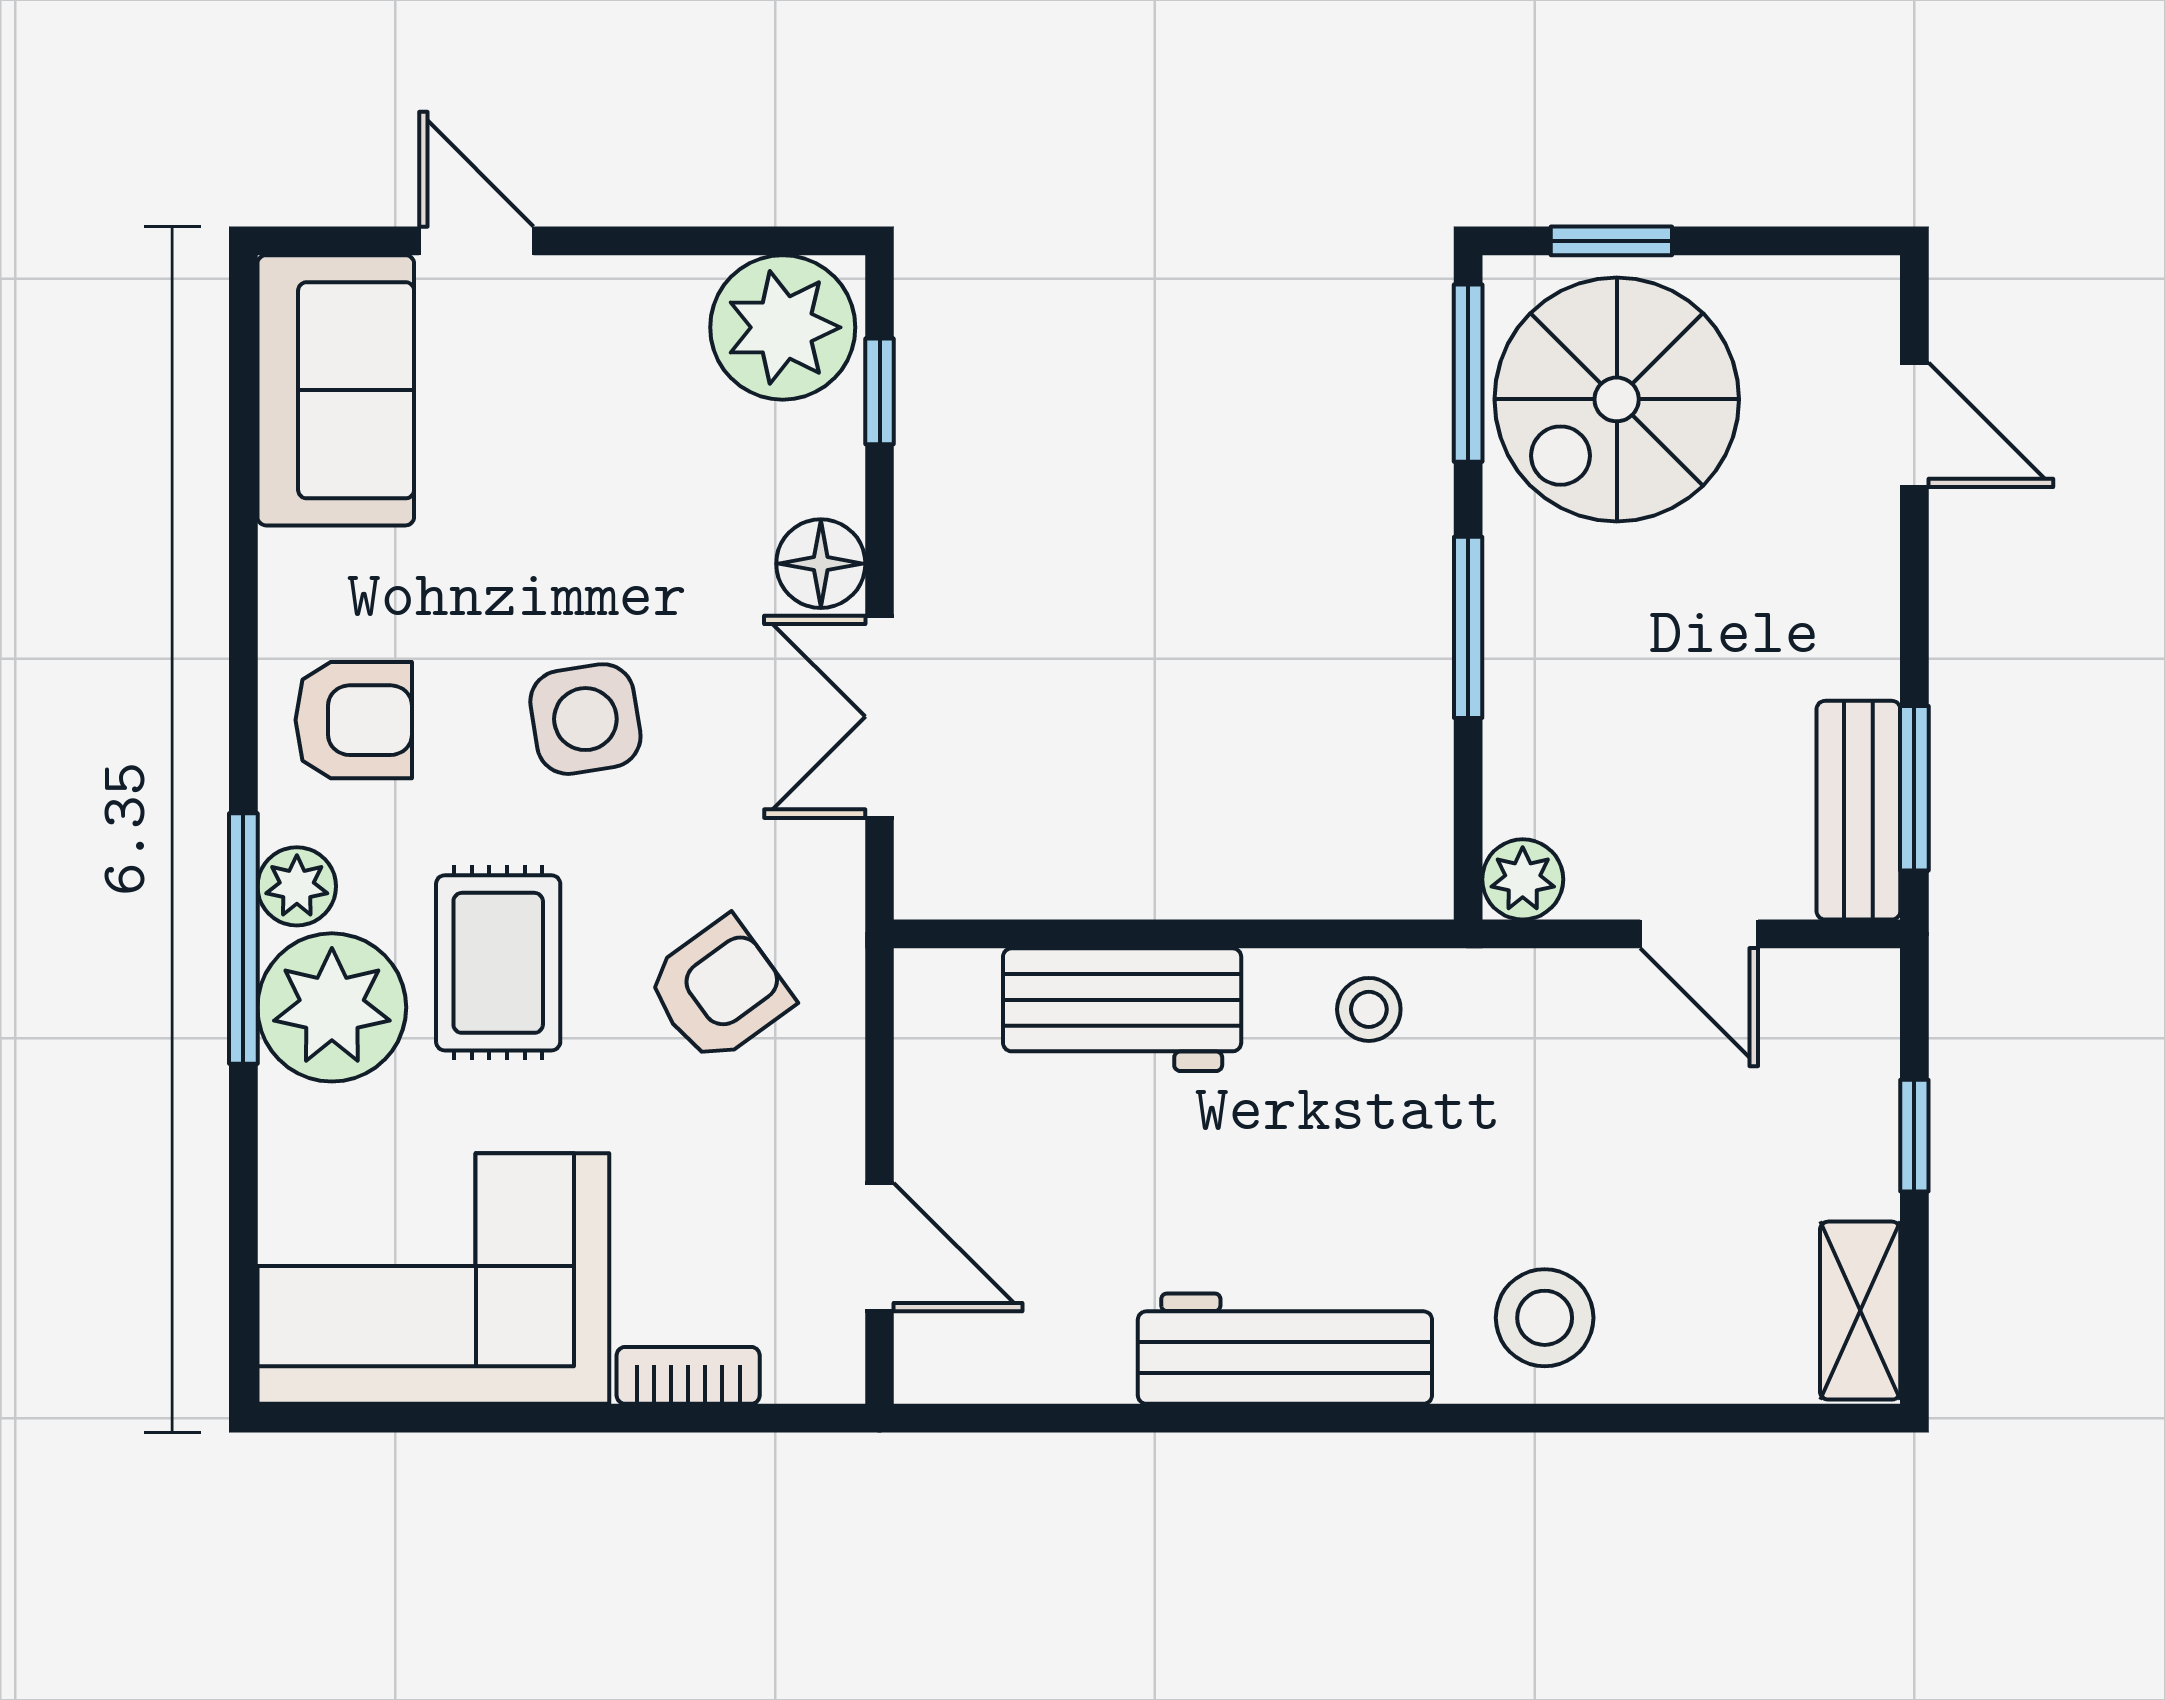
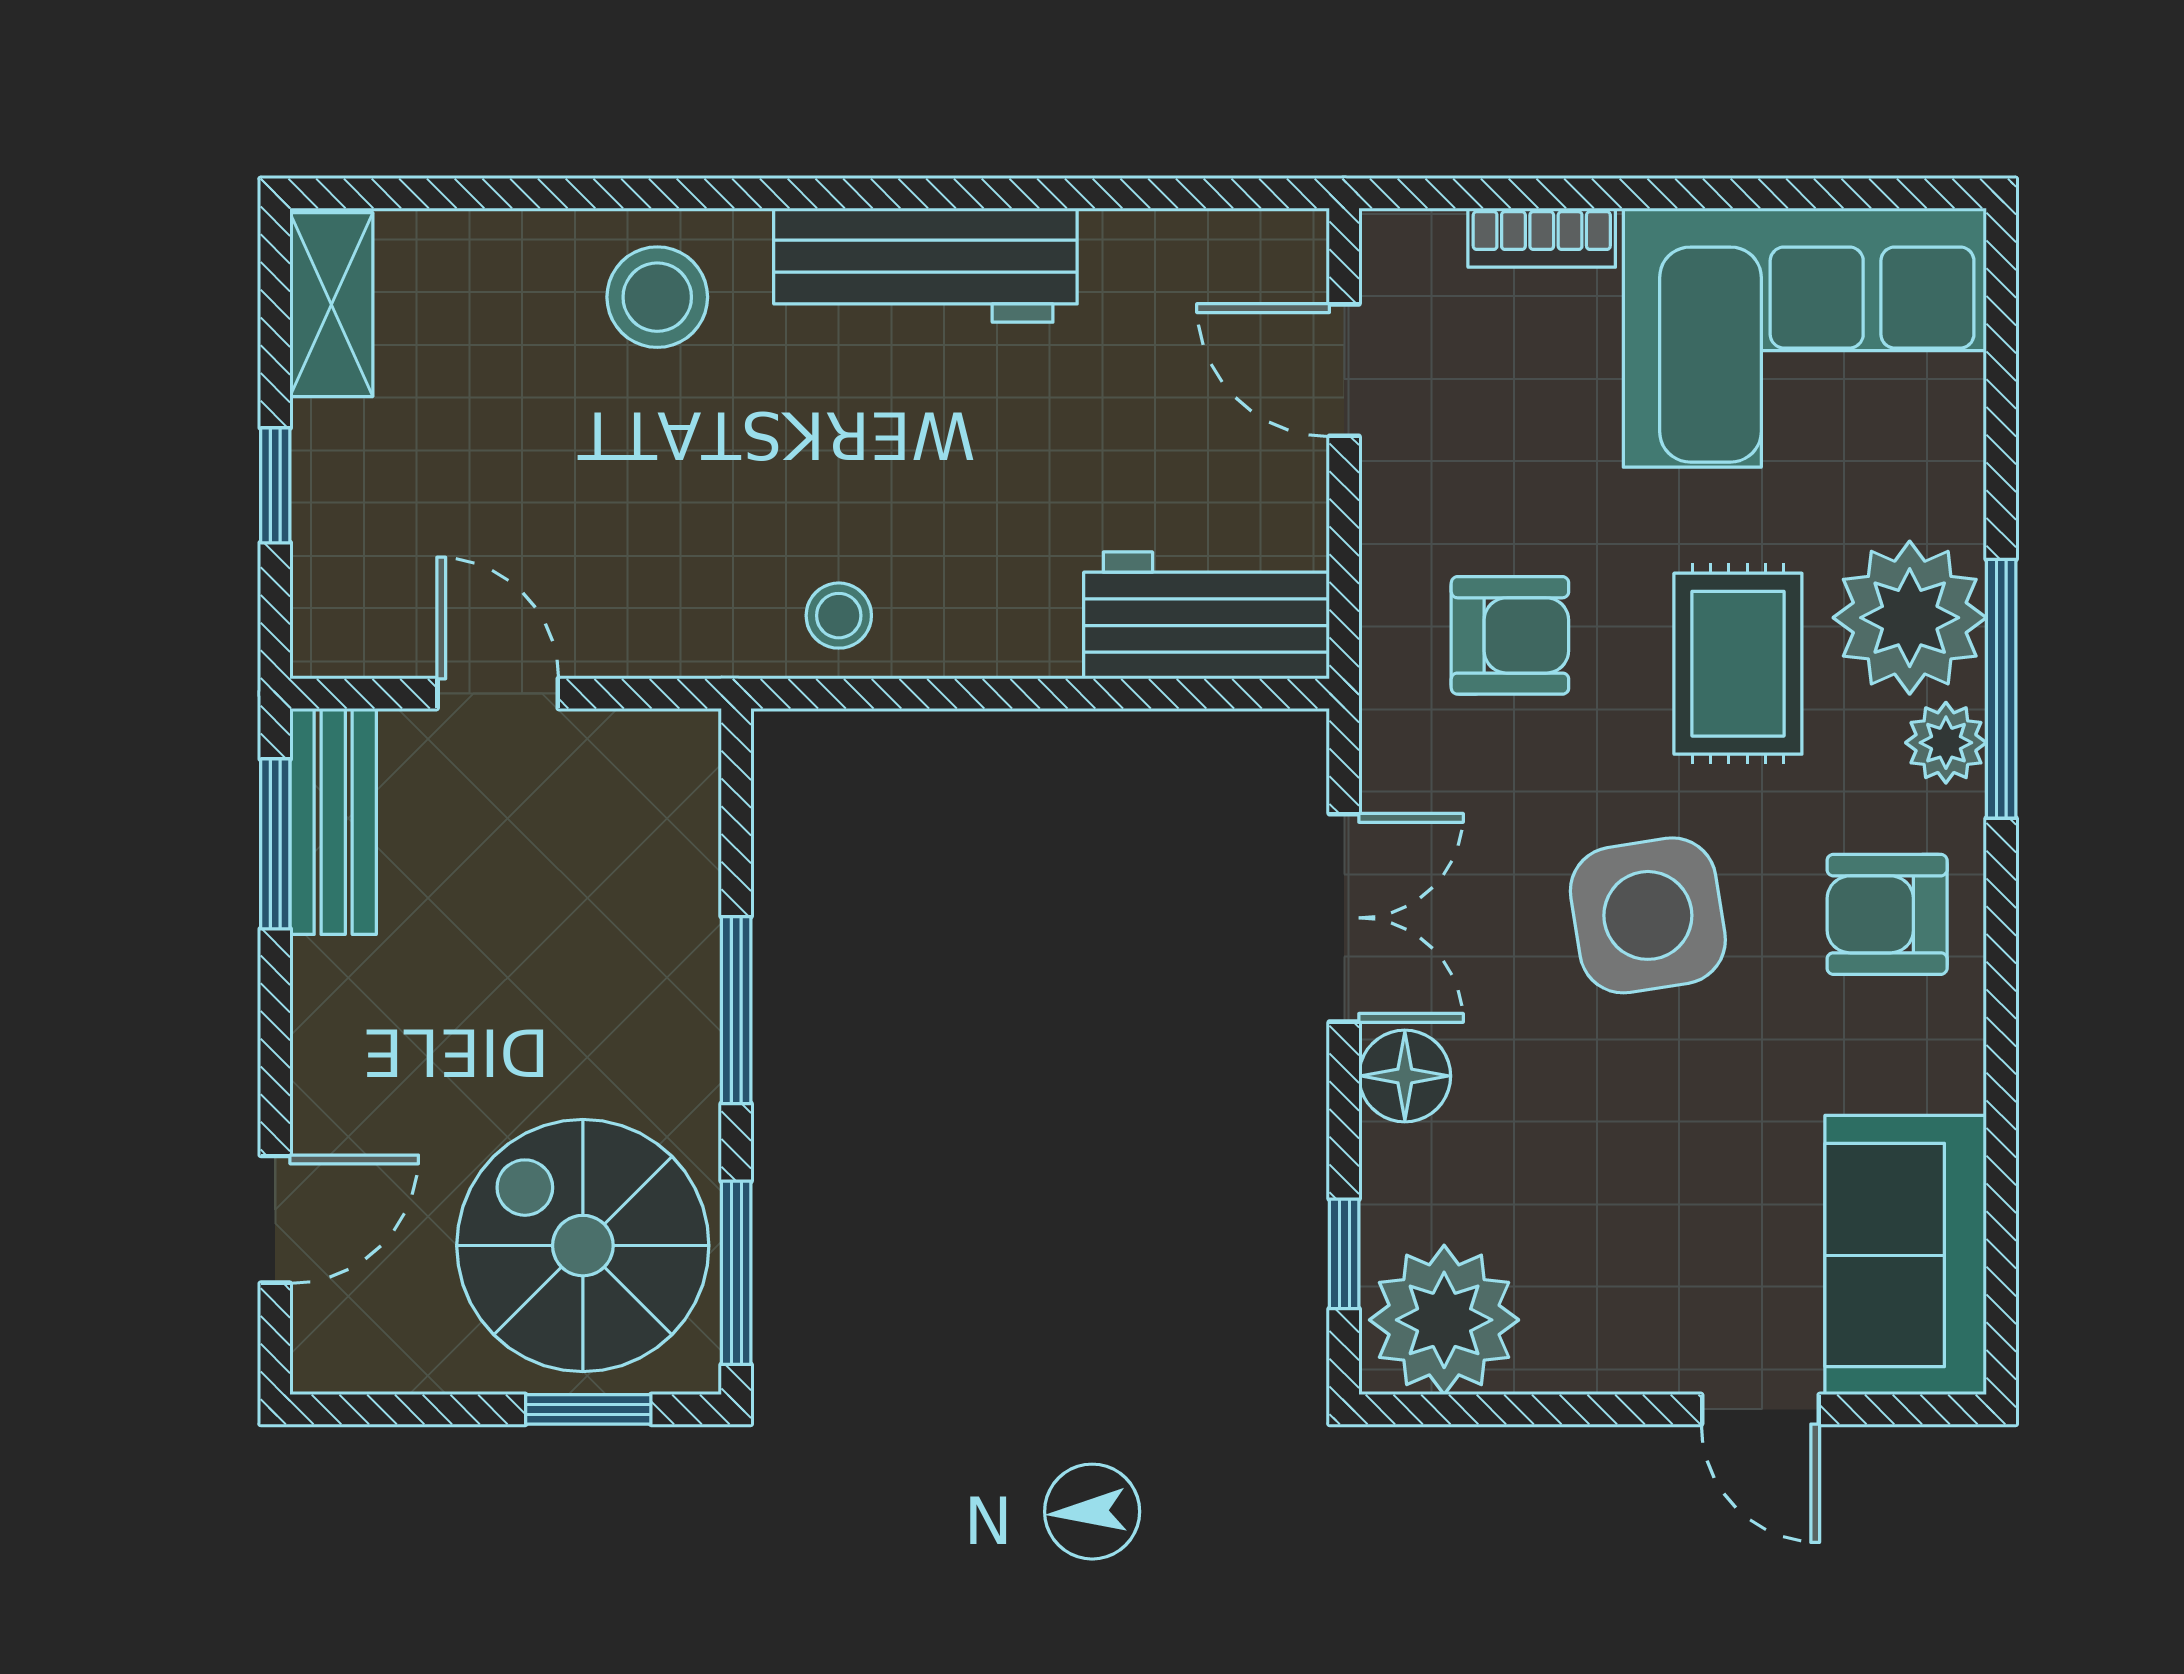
spiral stairs: (1617, 399) -> (583, 1246), turned -90
door: (1914, 425) -> (275, 1219), swing flipped
side table: (585, 719) -> (1648, 915), width x1.37, depth x1.37
plant: (1523, 879) -> (680, 750), removed
armchair: (719, 990) -> (1510, 635), turned -144
workbench: (1122, 1010) -> (1207, 615), moved

